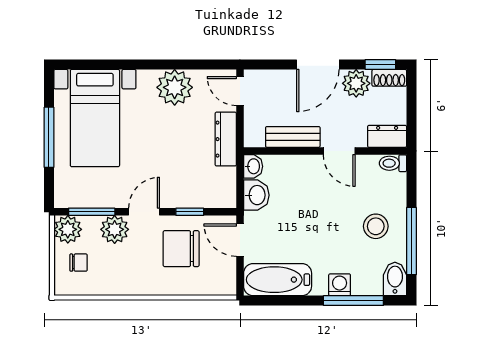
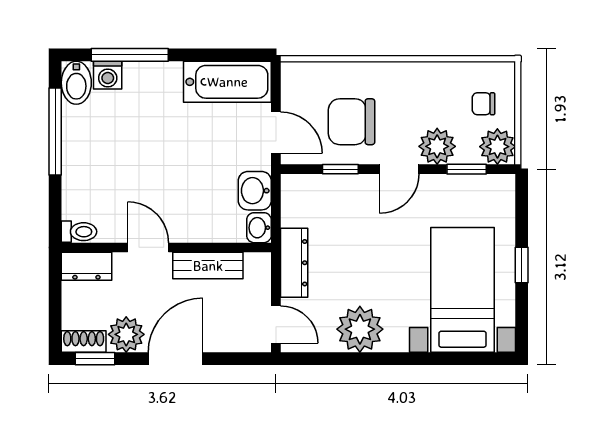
window: (49, 137) -> (522, 265), width x0.46
window: (92, 212) -> (467, 169), width x0.67
stool: (376, 226) -> (101, 150), removed
chair: (181, 249) -> (352, 122), turned 180
washing machine: (340, 285) -> (108, 75), moved

